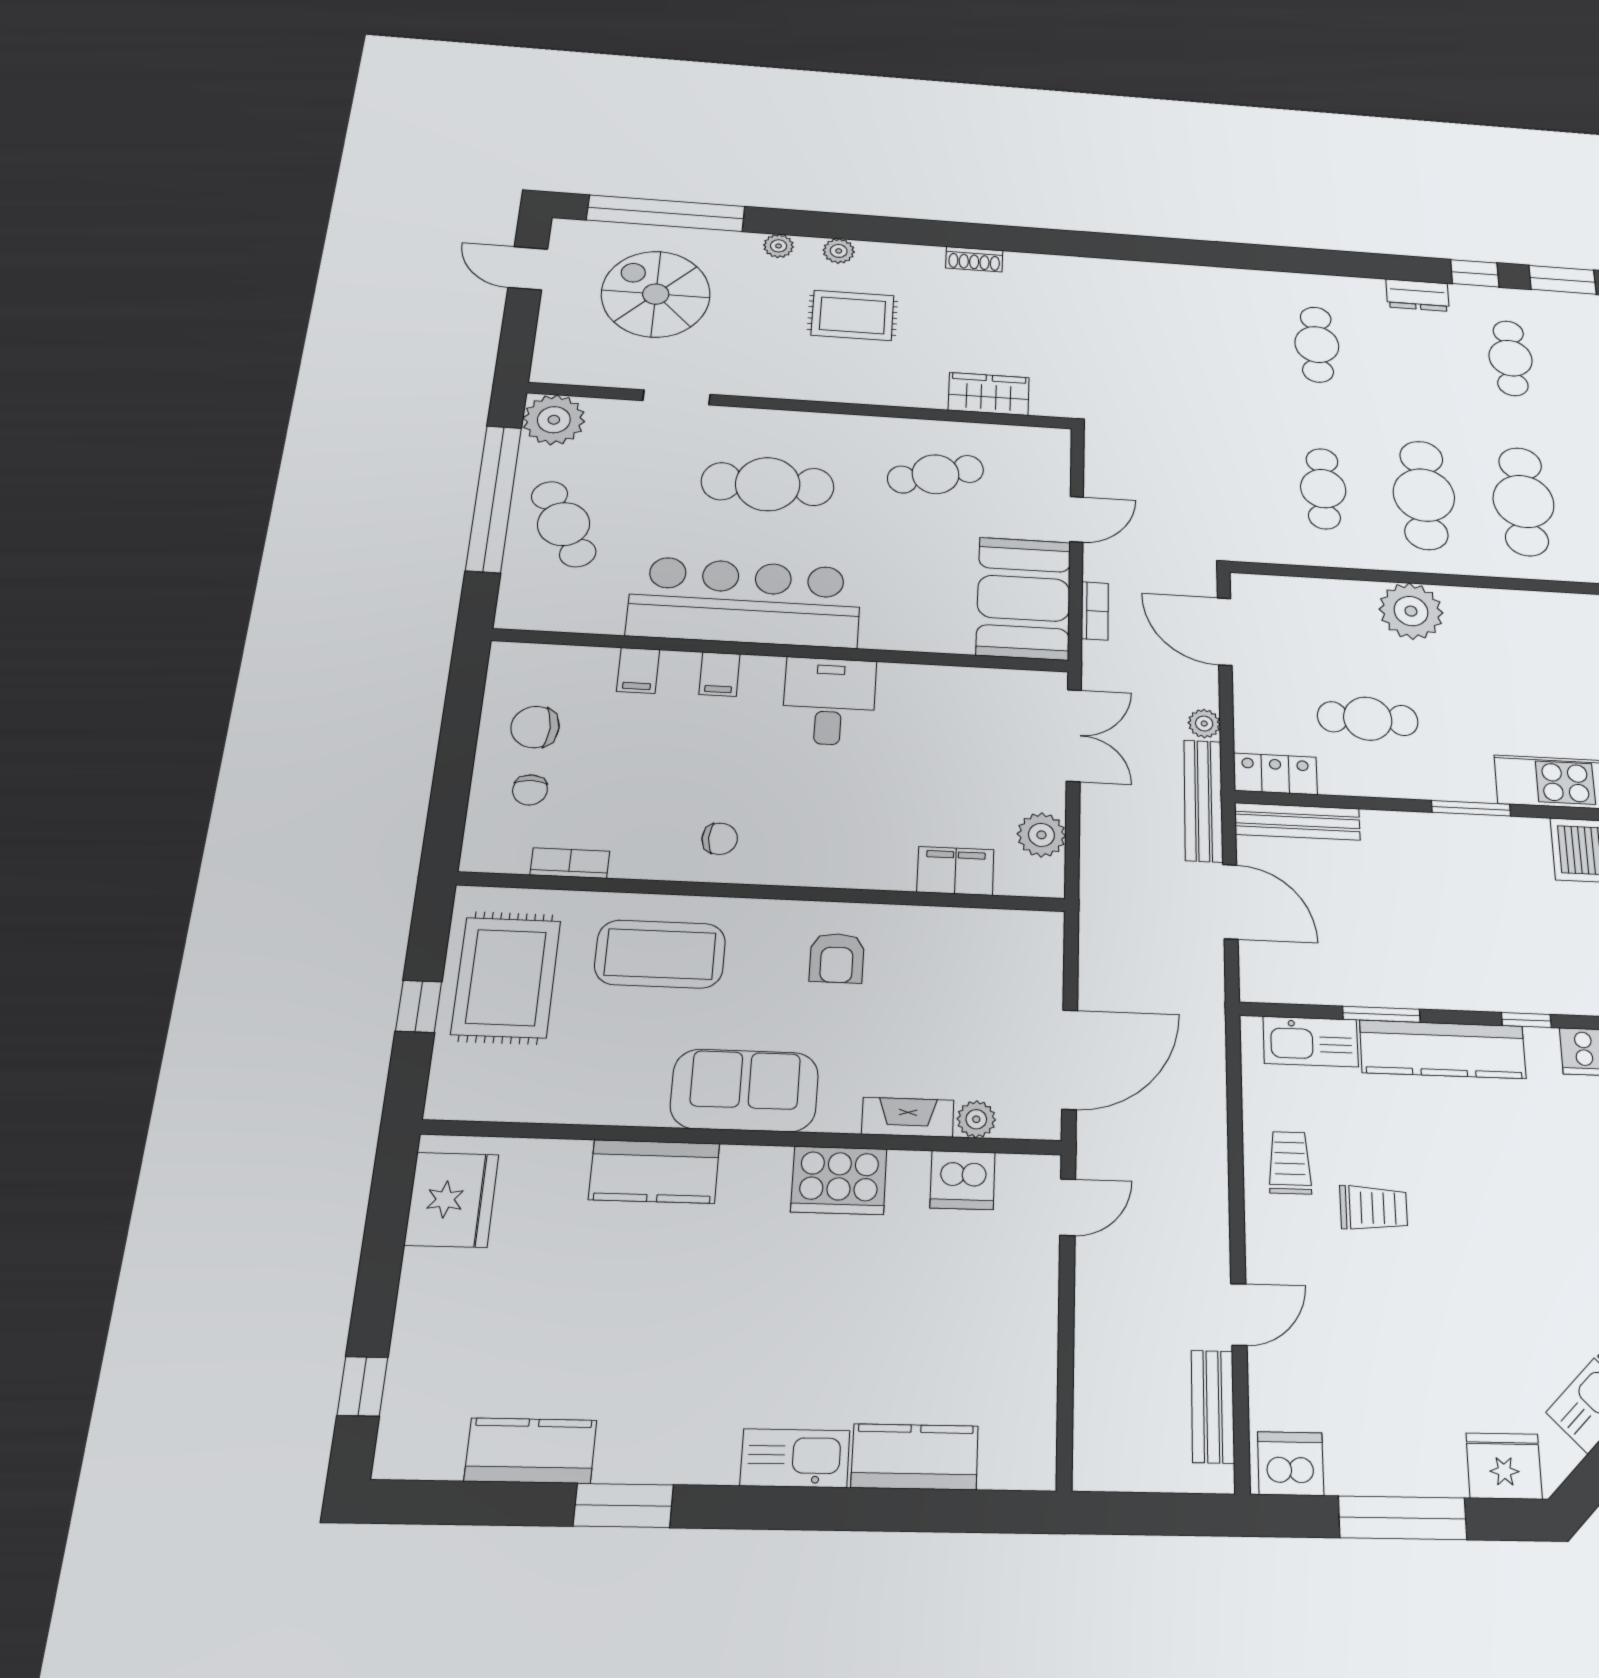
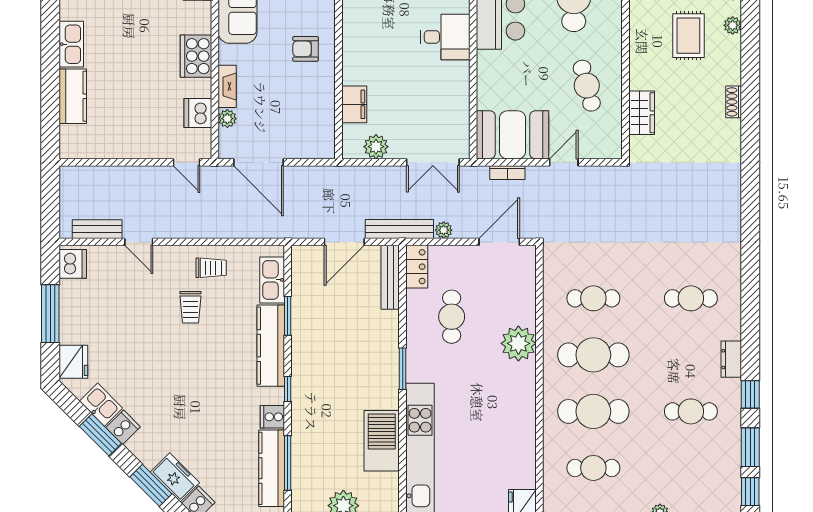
door: (1077, 519) -> (564, 162), swing flipped

